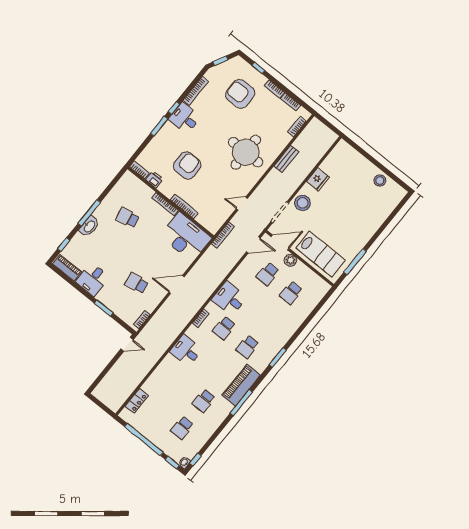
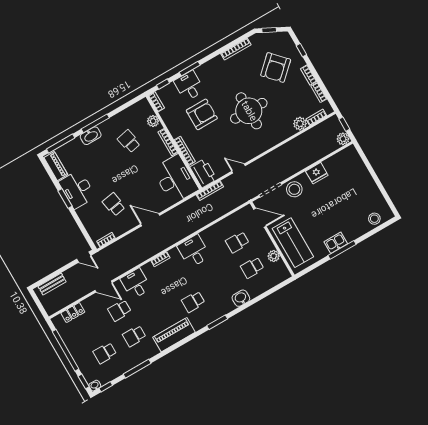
armchair: (240, 94) -> (276, 67), turned -133
window: (174, 108) -> (163, 84), moved
desk: (185, 118) -> (189, 86), moved
window: (326, 123) -> (344, 124), added
plant: (330, 137) -> (343, 139), added
plant: (284, 138) -> (300, 124), added
round table: (246, 152) -> (249, 111), moved
bench: (286, 159) -> (52, 284), moved
printer: (154, 179) -> (203, 173), moved, width x1.87, depth x1.48
stool: (380, 180) -> (374, 219), moved
plant: (143, 190) -> (153, 121), added
kitchen sink: (361, 239) -> (336, 243), added
window: (64, 245) -> (61, 143), width x2.17
door: (253, 245) -> (104, 286), moved
plant: (290, 260) -> (274, 256), moved
window: (355, 262) -> (342, 250), moved
desk: (92, 279) -> (77, 189), width x1.37
window: (104, 308) -> (65, 199), moved
washbasin: (291, 326) -> (241, 298), added
school desk: (224, 328) -> (120, 310), moved
window: (241, 403) -> (137, 369), moved

